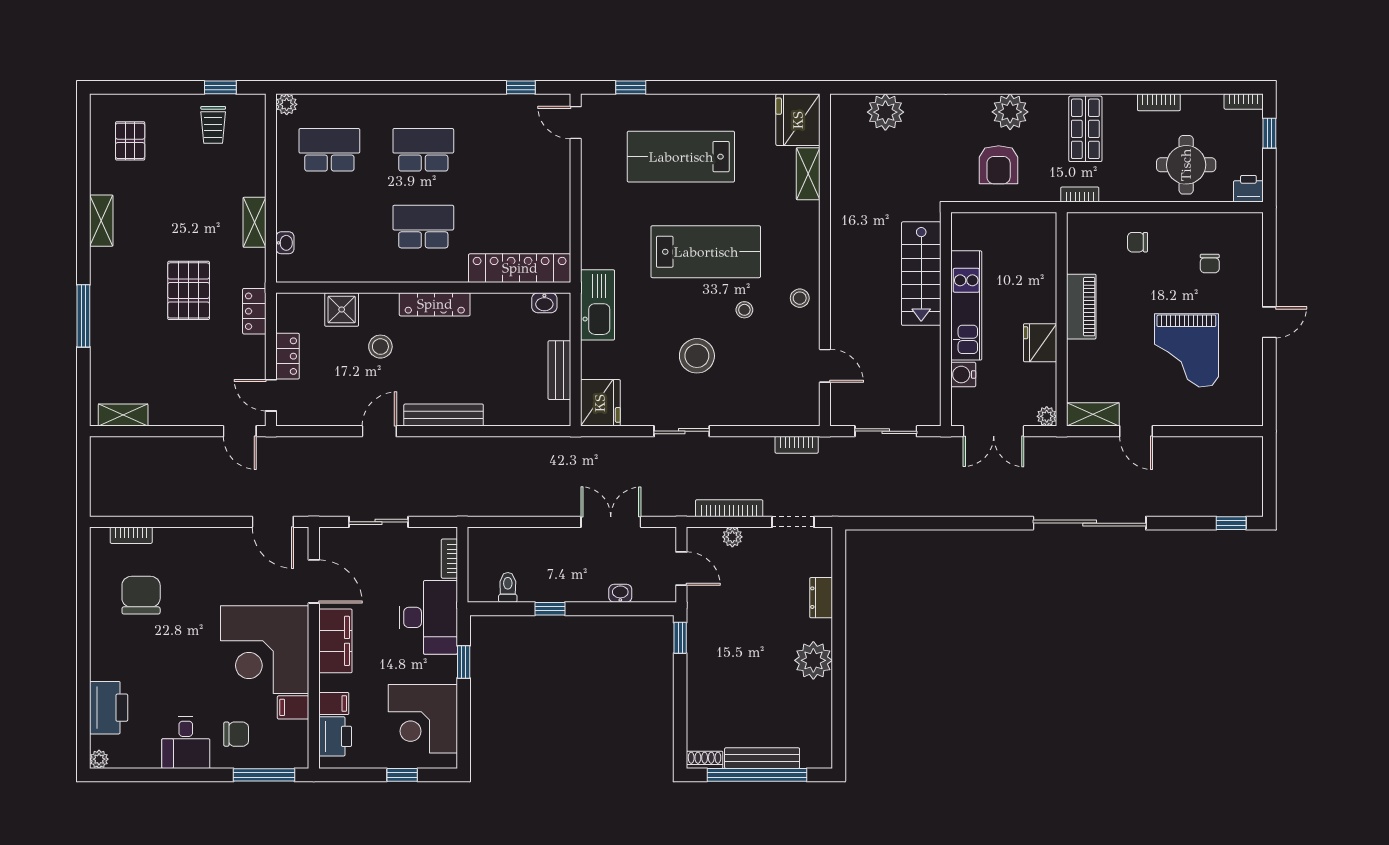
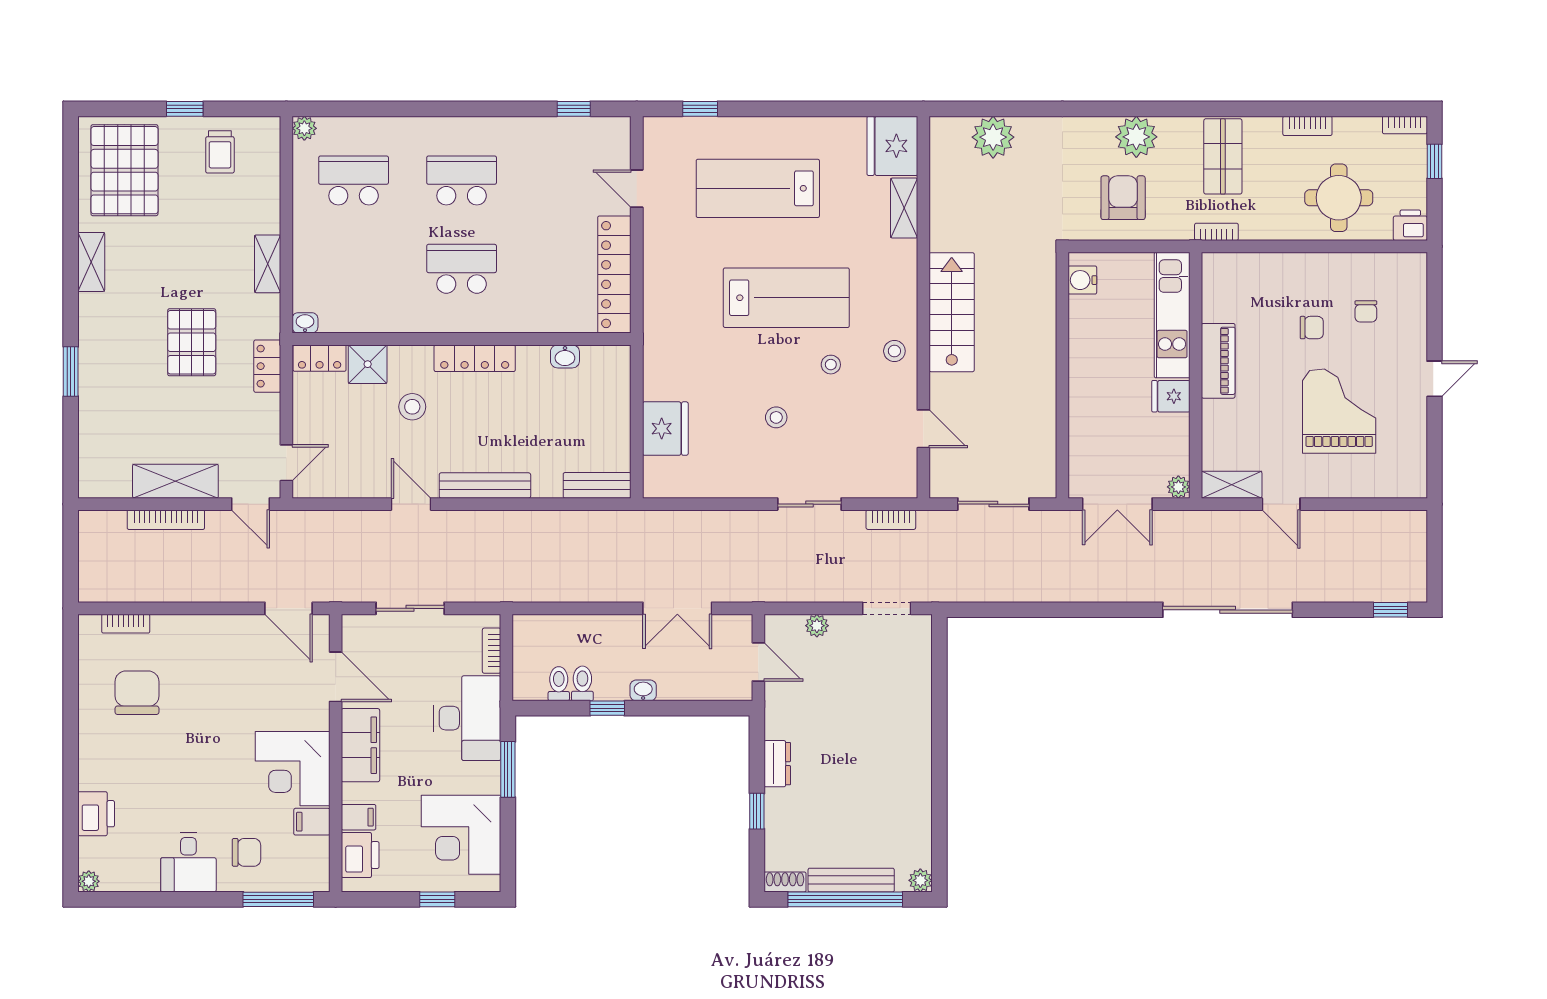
window: (220, 87) -> (185, 109), moved
door: (576, 123) -> (637, 189), moved
pallet: (130, 141) -> (124, 170), width x2.05, depth x2.00
armchair: (999, 165) -> (1123, 198), turned 180
chair: (1138, 242) -> (1312, 328), moved, turned 180
washbasin: (285, 243) -> (305, 323), moved, turned -90
locker: (520, 268) -> (614, 275), moved, turned -90
stairs: (921, 274) -> (952, 312), moved, turned 180
washbasin: (544, 303) -> (565, 356), moved
kitchen sink: (598, 305) -> (662, 359), removed
kitchen unit: (966, 305) -> (1172, 315), moved, turned 180
window: (83, 316) -> (71, 371), width x0.69
fridge: (1040, 343) -> (1171, 396), width x0.72
grand piano: (1186, 350) -> (1339, 411), turned 180
locker: (288, 356) -> (320, 358), moved, turned 90
stool: (697, 356) -> (776, 417), width x0.53, depth x0.53
bench: (559, 370) -> (597, 485), moved, turned 90
water cooler: (963, 375) -> (1082, 280), moved
door: (271, 395) -> (286, 463), swing flipped
fridge: (600, 403) -> (665, 429), moved
shelving: (123, 415) -> (175, 481), moved, width x1.50, depth x1.33
door: (379, 431) -> (411, 504), hinge flipped
sliding door: (682, 431) -> (809, 504), moved
bookcase: (729, 508) -> (166, 520), moved, turned 180
double door: (611, 522) -> (677, 608), swing flipped
toilet: (528, 587) -> (582, 683), added
washbasin: (620, 593) -> (643, 690), moved
dresser: (821, 598) -> (777, 764), moved, turned 180
window: (680, 638) -> (757, 811), moved
corner desk: (265, 650) -> (293, 769), width x0.74, depth x0.74
plant: (813, 660) -> (920, 880), moved, width x0.53, depth x0.53
window: (464, 662) -> (508, 769), width x1.50
printer: (109, 708) -> (96, 814), width x0.73, depth x0.84

